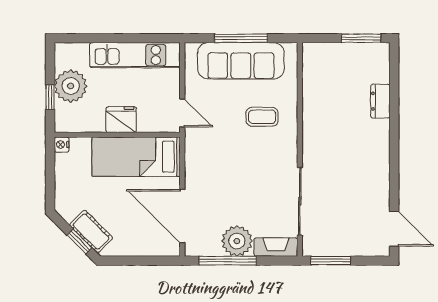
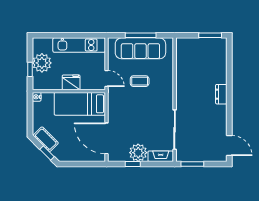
dresser: (380, 101) -> (221, 94), moved
coffee table: (262, 117) -> (140, 81), moved
cot: (91, 231) -> (46, 139), moved
window: (228, 261) -> (133, 164), width x0.46

